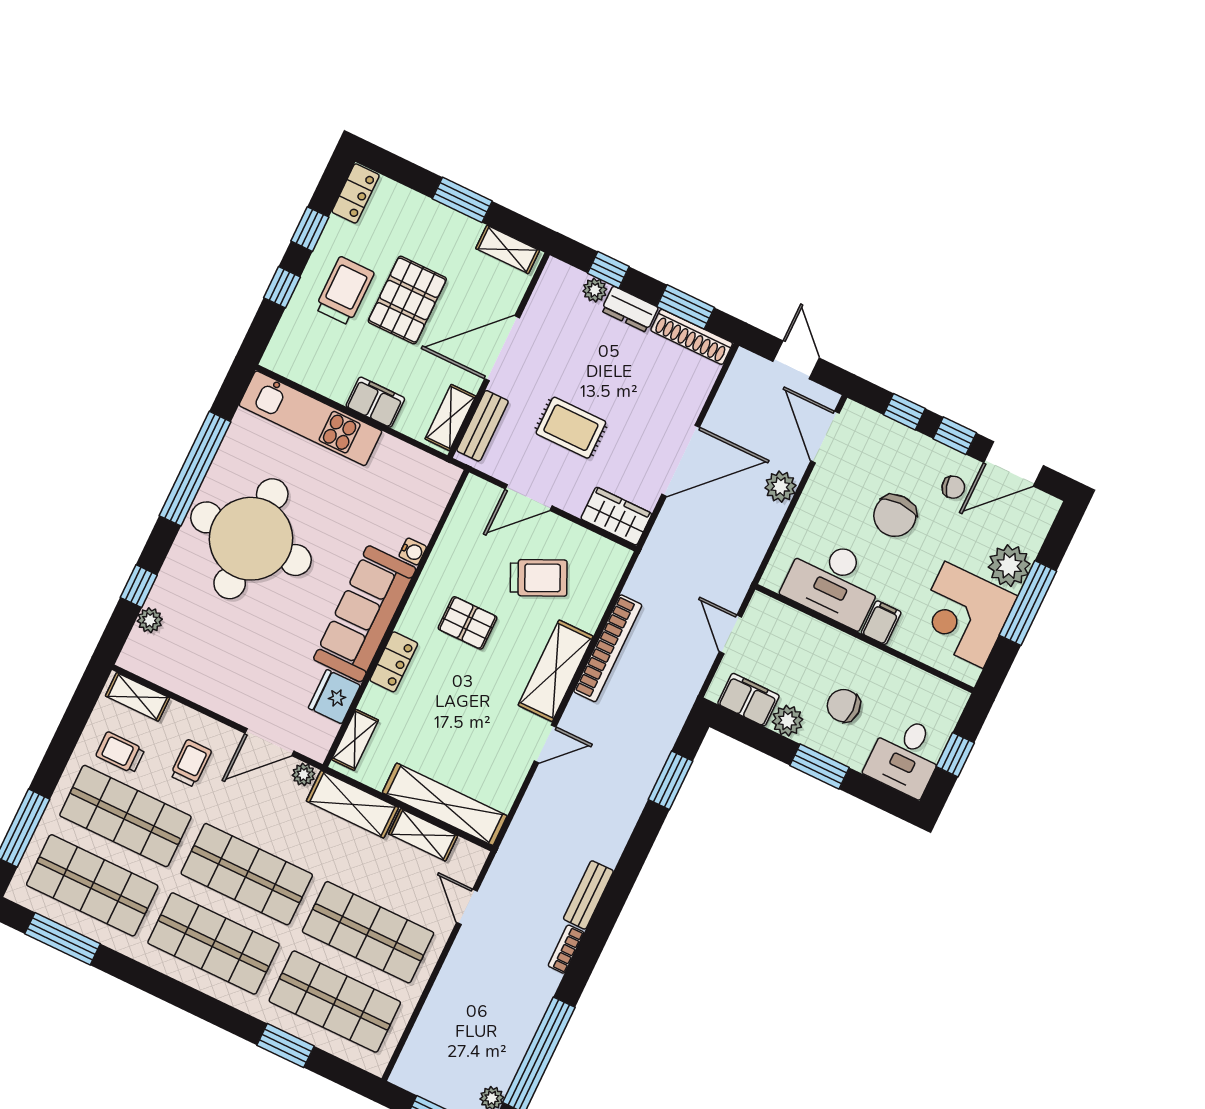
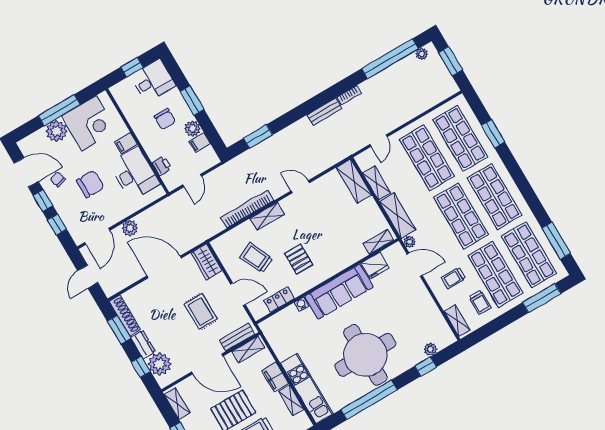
plant: (595, 290) -> (159, 364), width x1.87, depth x1.87
shelving: (323, 382) -> (291, 400), added
printer: (797, 625) -> (162, 166), added
locker: (394, 662) -> (279, 300), moved
shelving: (556, 671) -> (267, 216), width x0.67, depth x0.75
filing cabinet: (748, 700) -> (200, 143), width x0.50
shelving: (445, 804) -> (354, 181), width x0.68

